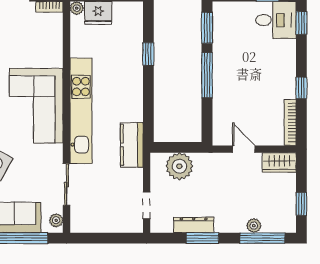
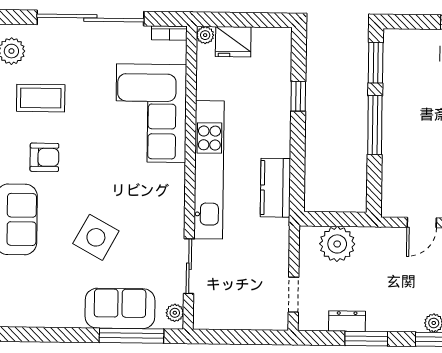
corner sofa: (36, 106) -> (151, 113), moved
kitchen counter: (132, 145) -> (275, 188), moved
door: (244, 149) -> (422, 223), swing flipped
dresser: (194, 225) -> (347, 321), width x0.70

